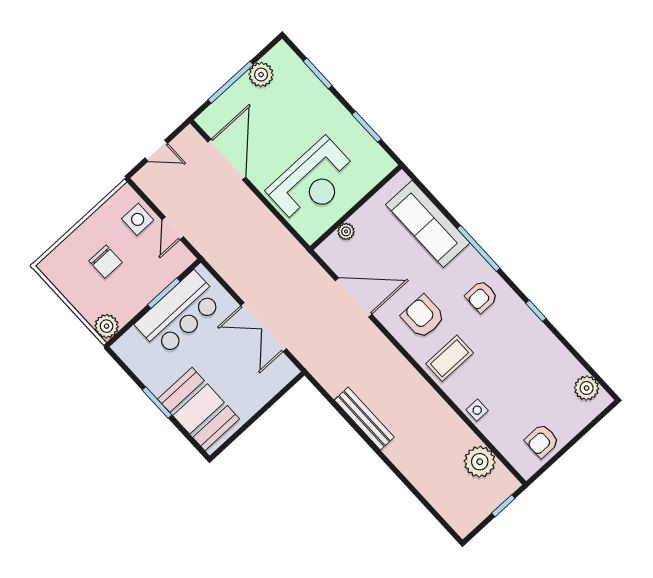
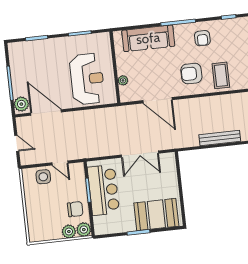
plant: (261, 75) -> (21, 104), moved
door: (156, 151) -> (17, 143), hinge flipped
chair: (106, 262) -> (75, 209), moved
door: (354, 297) -> (158, 100), swing flipped
plant: (89, 308) -> (69, 232), added

